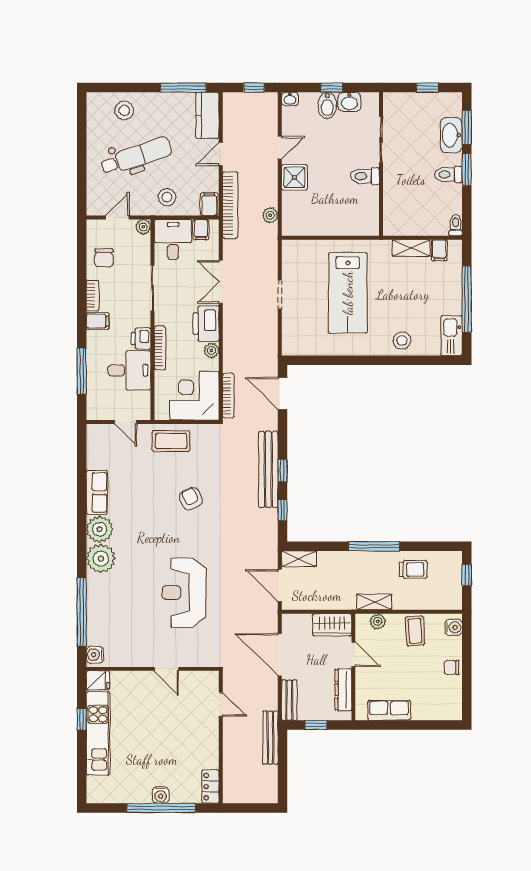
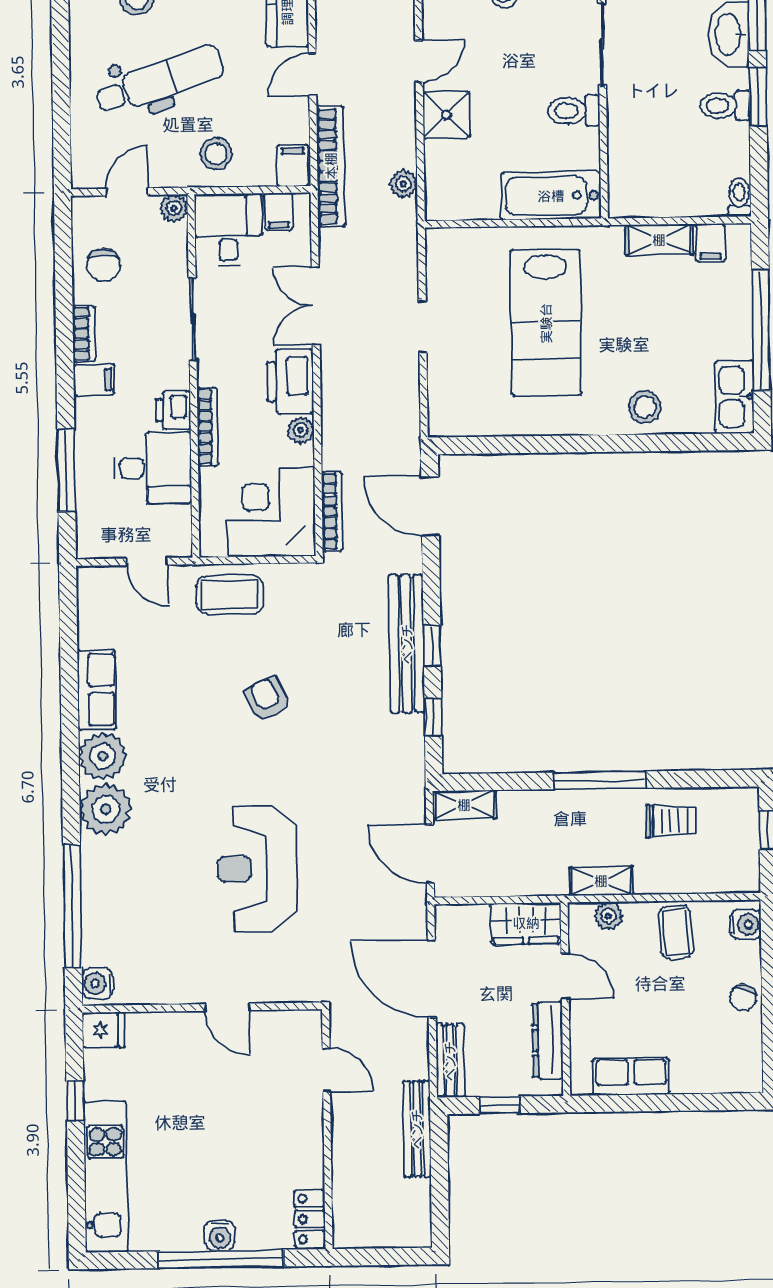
bathtub: (352, 223) -> (551, 196), added
chair: (452, 667) -> (743, 997), turned -75
kitchen unit: (98, 733) -> (106, 1177), moved

